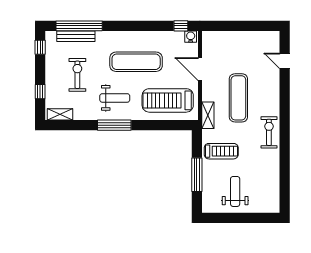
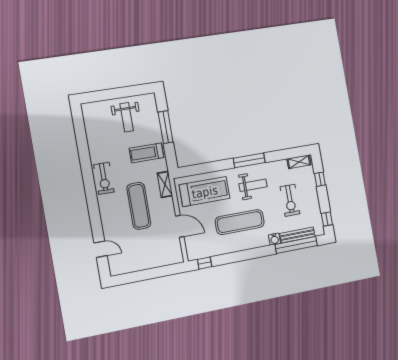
water cooler: (191, 37) -> (274, 239), moved
weight bench: (115, 98) -> (253, 185), turned 180

